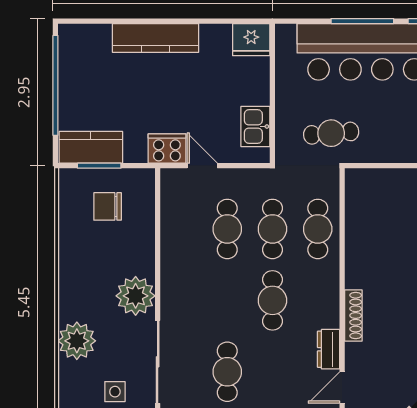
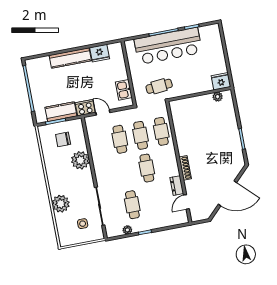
fridge: (251, 40) -> (100, 53), moved
kitchen counter: (91, 147) -> (61, 112), moved
plant: (136, 296) -> (80, 160), moved

